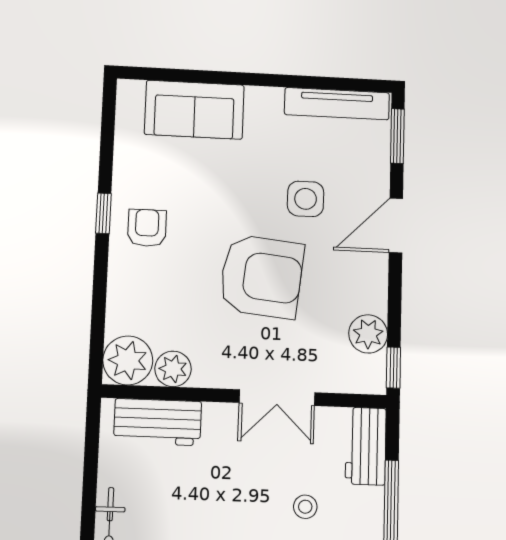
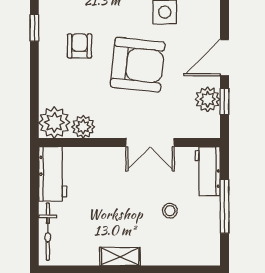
door: (396, 225) -> (224, 58), moved
armchair: (147, 228) -> (80, 46), moved
window: (393, 368) -> (224, 101), moved
workbench: (158, 422) -> (53, 174), moved, turned -90

